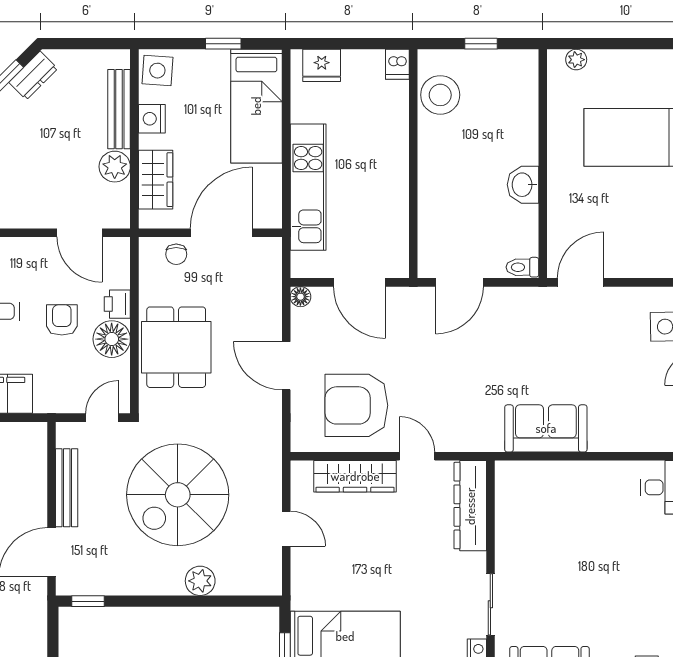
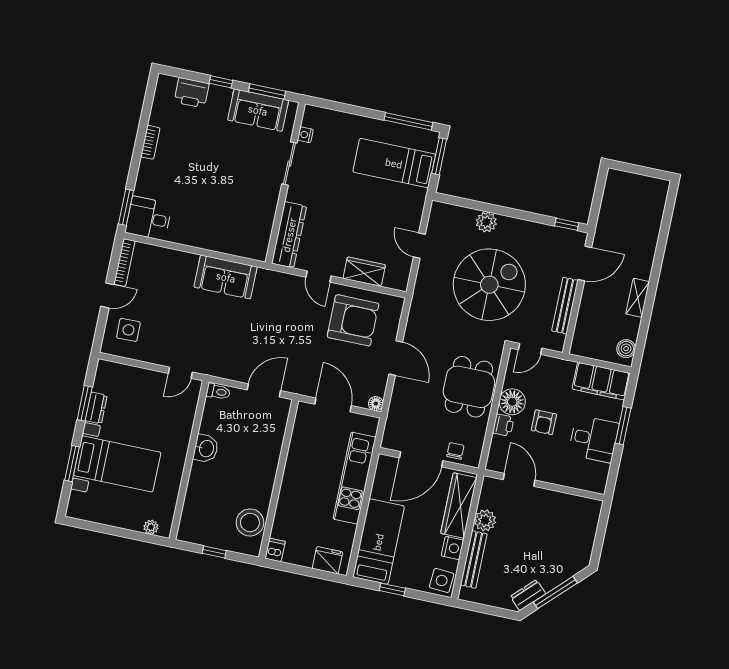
wardrobe: (156, 180) -> (459, 505), width x1.50
door: (581, 282) -> (180, 373), width x0.73
wardrobe: (355, 476) -> (364, 272), width x0.67

